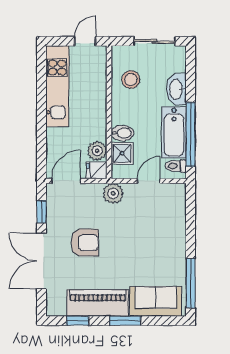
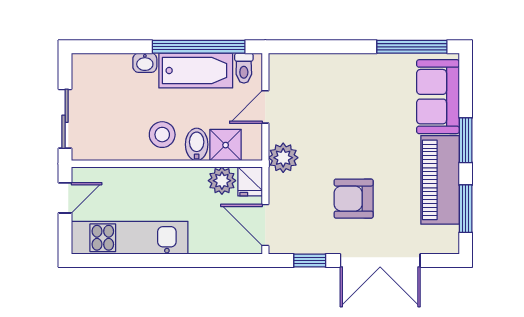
door: (85, 41) -> (65, 198), swing flipped
sliding door: (155, 41) -> (65, 119), moved
stool: (131, 80) -> (162, 135), moved
washbasin: (176, 89) -> (145, 63), width x0.52, depth x0.69
door: (149, 181) -> (265, 107), hinge flipped
armchair: (85, 243) -> (354, 199), turned -90
window: (78, 321) -> (466, 209), width x1.50

